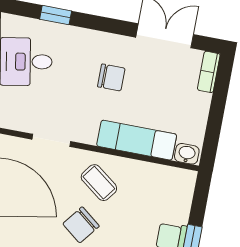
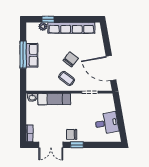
window: (56, 15) -> (77, 145), moved
chair: (111, 77) -> (72, 134), moved

